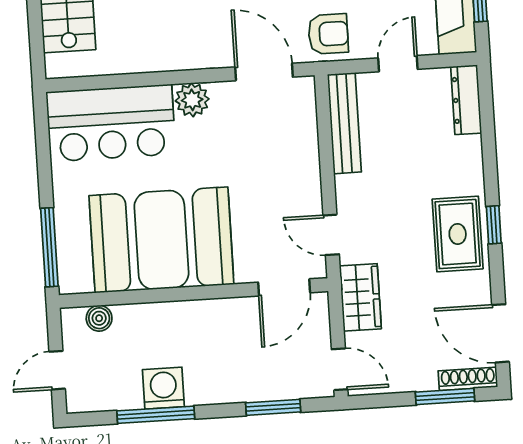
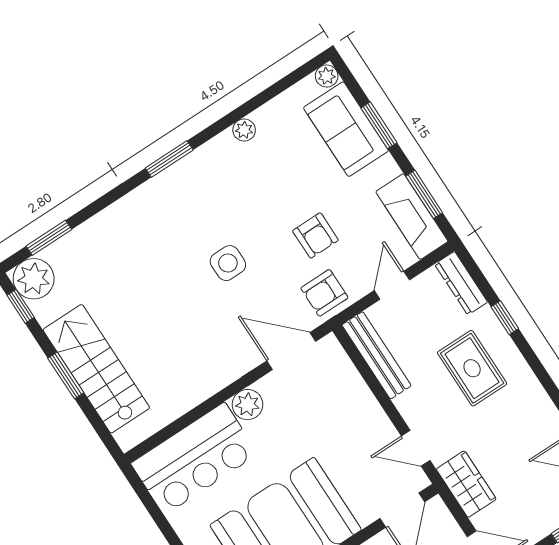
armchair: (328, 34) -> (324, 293), turned 180
window: (494, 225) -> (505, 318), moved
rug: (458, 234) -> (472, 368), moved

